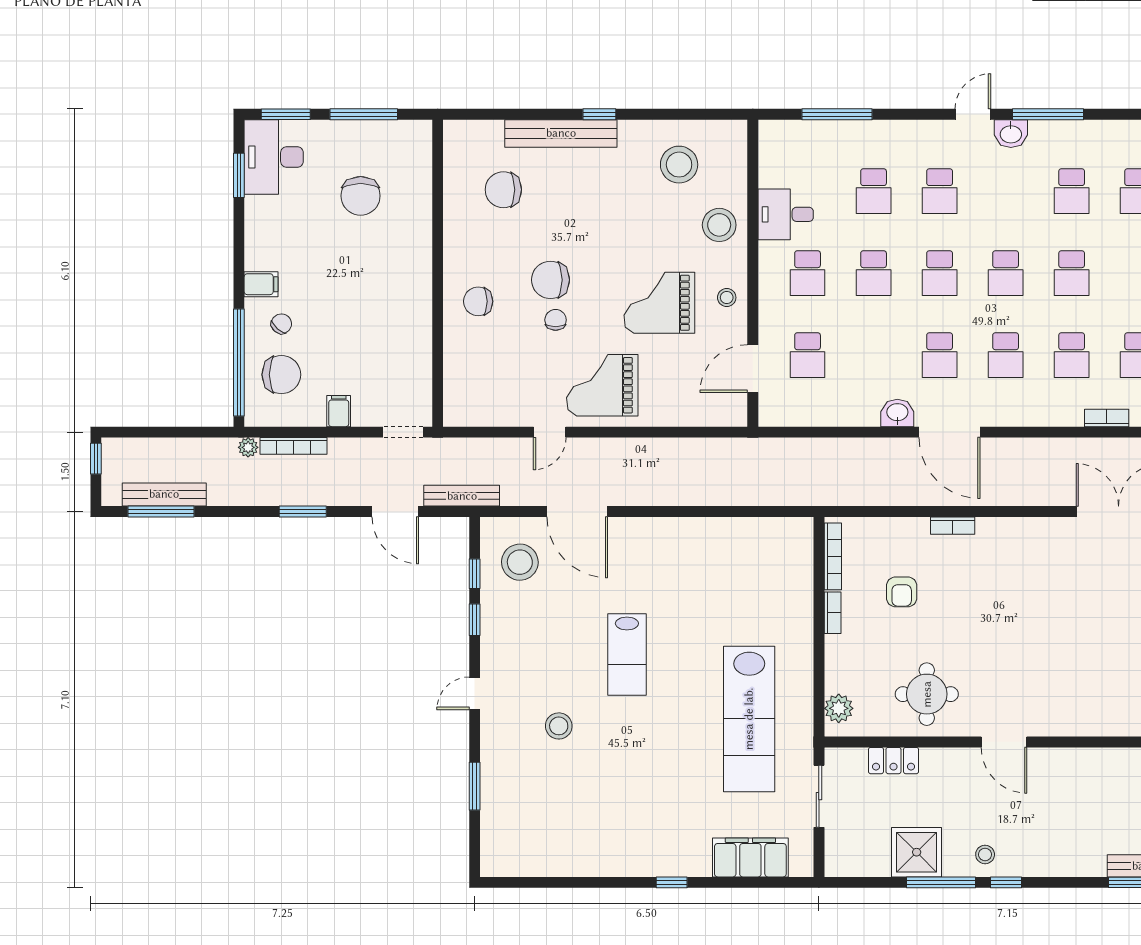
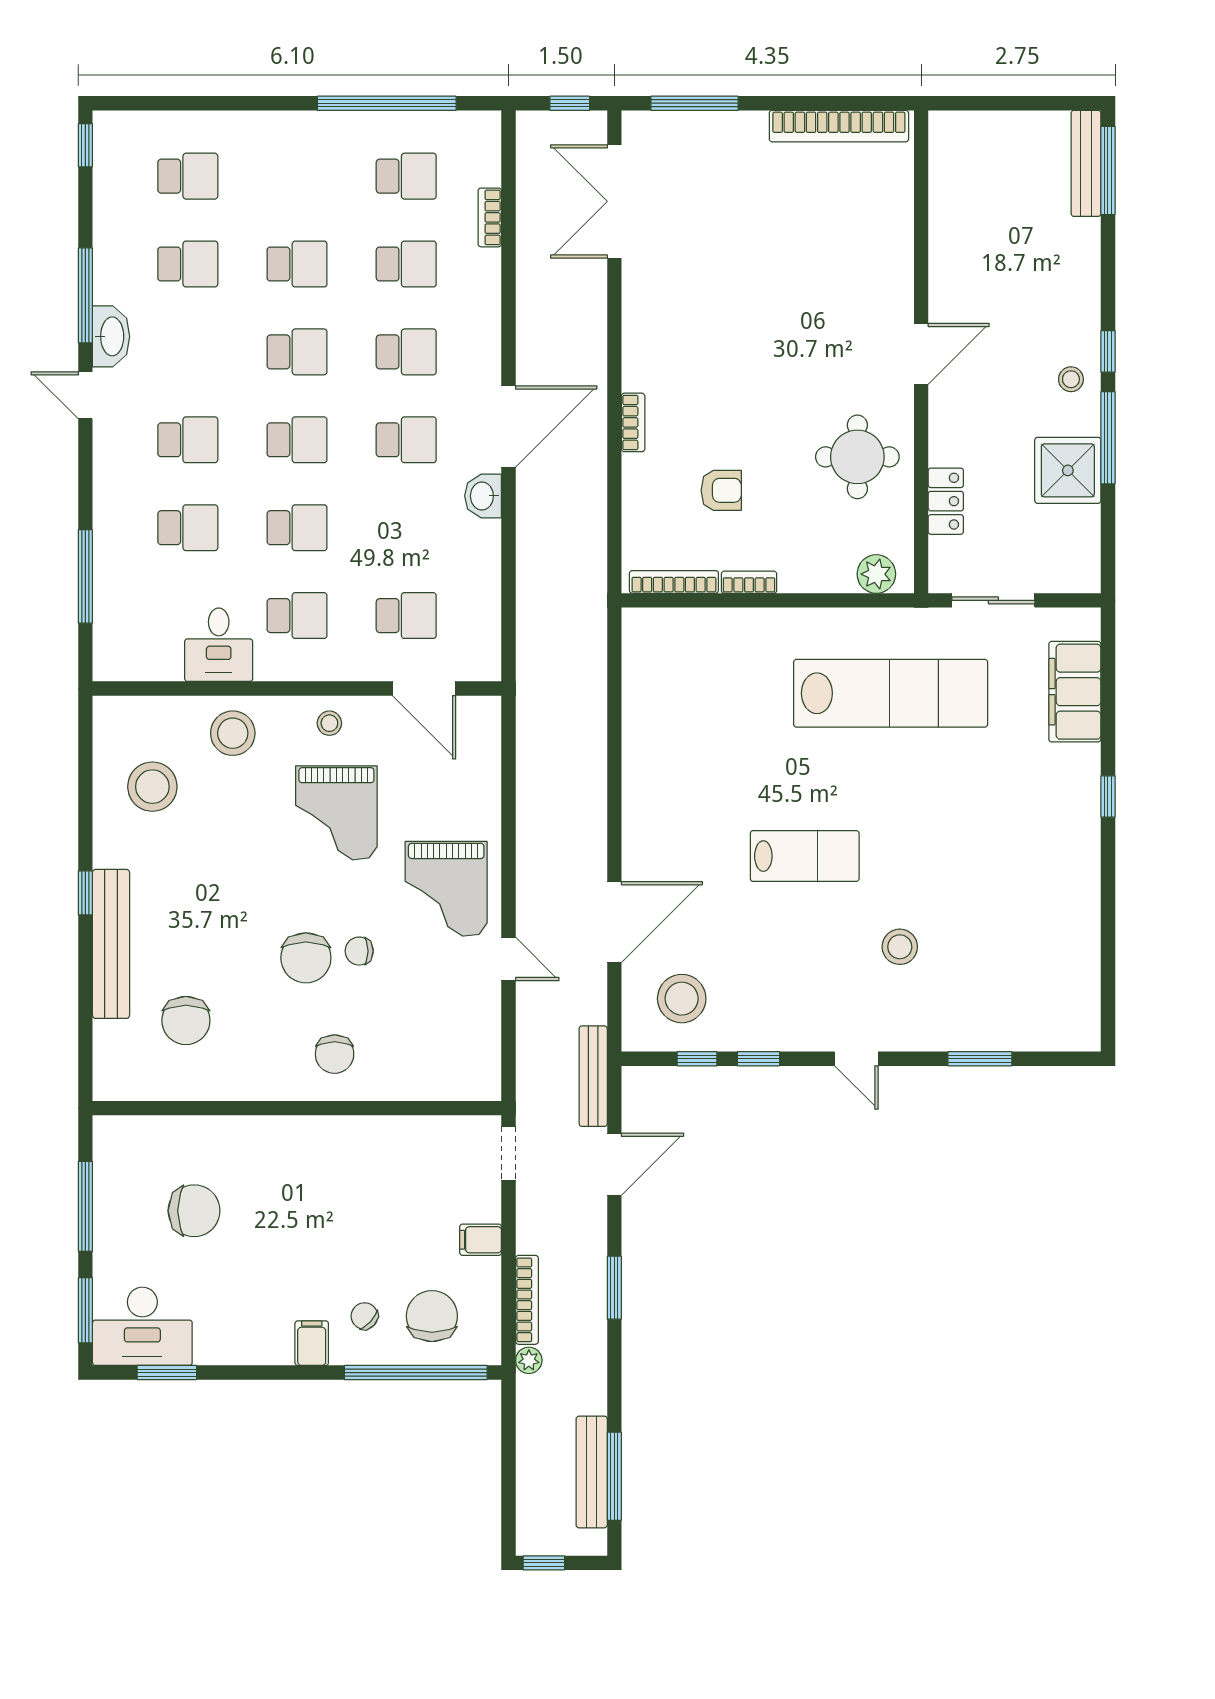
washbasin: (1011, 134) -> (111, 336), width x1.38

